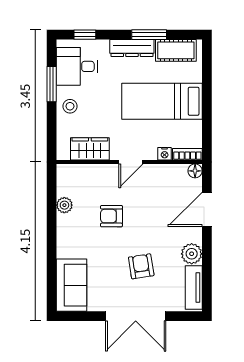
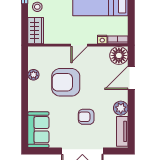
wardrobe: (90, 149) -> (36, 31), moved, turned 90
floor lamp: (195, 171) -> (119, 55), width x1.89, depth x1.89
armchair: (111, 216) -> (66, 82), width x1.88, depth x1.88
armchair: (141, 266) -> (86, 117), turned -81

